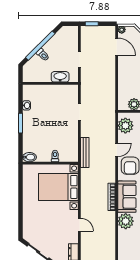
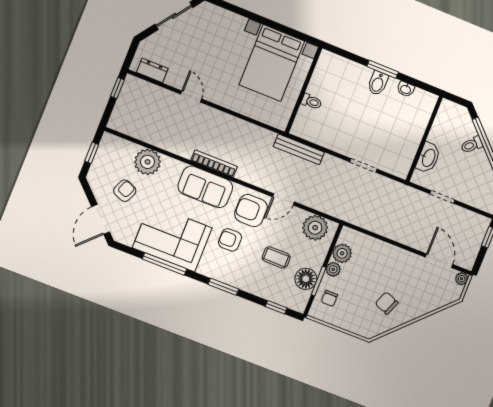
door: (117, 47) -> (439, 261), swing flipped
door: (117, 150) -> (284, 199), hinge flipped
bidet: (29, 157) -> (378, 83), moved
bed with nightstands: (58, 187) -> (272, 63), moved, turned 180
plant: (126, 221) -> (148, 162), moved
door: (79, 225) -> (191, 96), swing flipped

